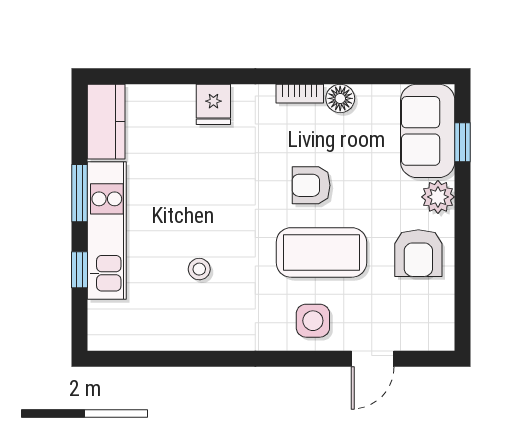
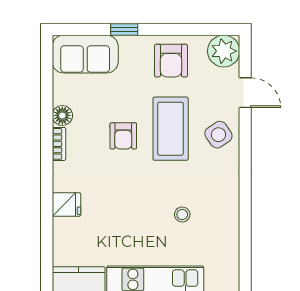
window: (463, 142) -> (124, 30), moved
plant: (438, 197) -> (224, 51), moved, width x1.36, depth x1.36
armchair: (418, 253) -> (171, 61), turned 90
side table: (313, 321) -> (218, 135), turned -34

